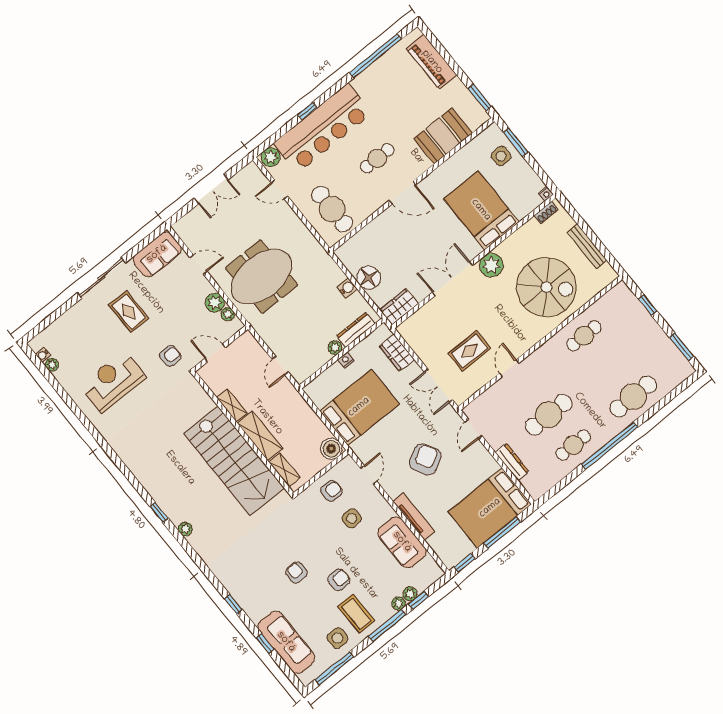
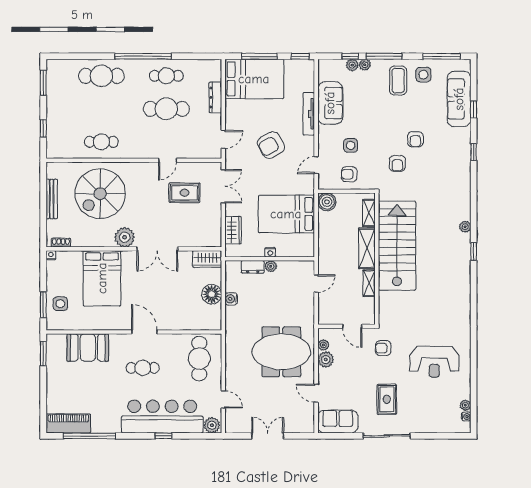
piano: (432, 62) -> (68, 423), moved, turned -90
spiral stairs: (546, 287) -> (100, 194), turned -90
dresser: (356, 330) -> (253, 267), width x0.70
armchair: (339, 580) -> (397, 163), moved, turned -90

